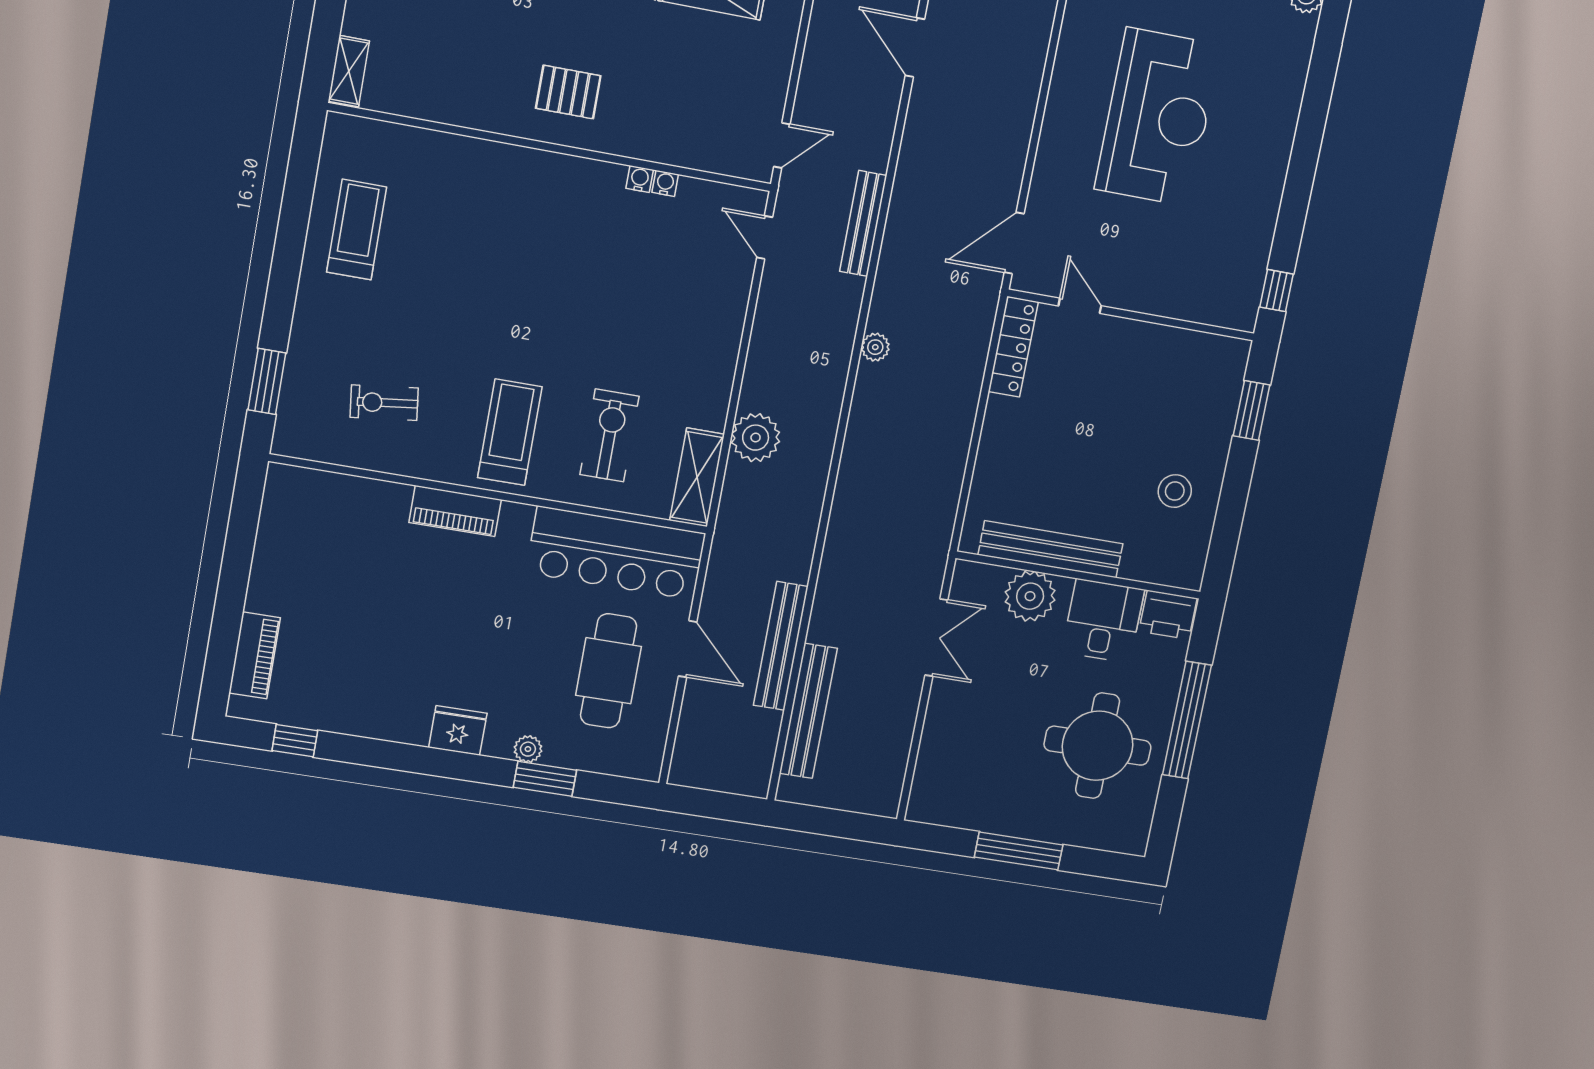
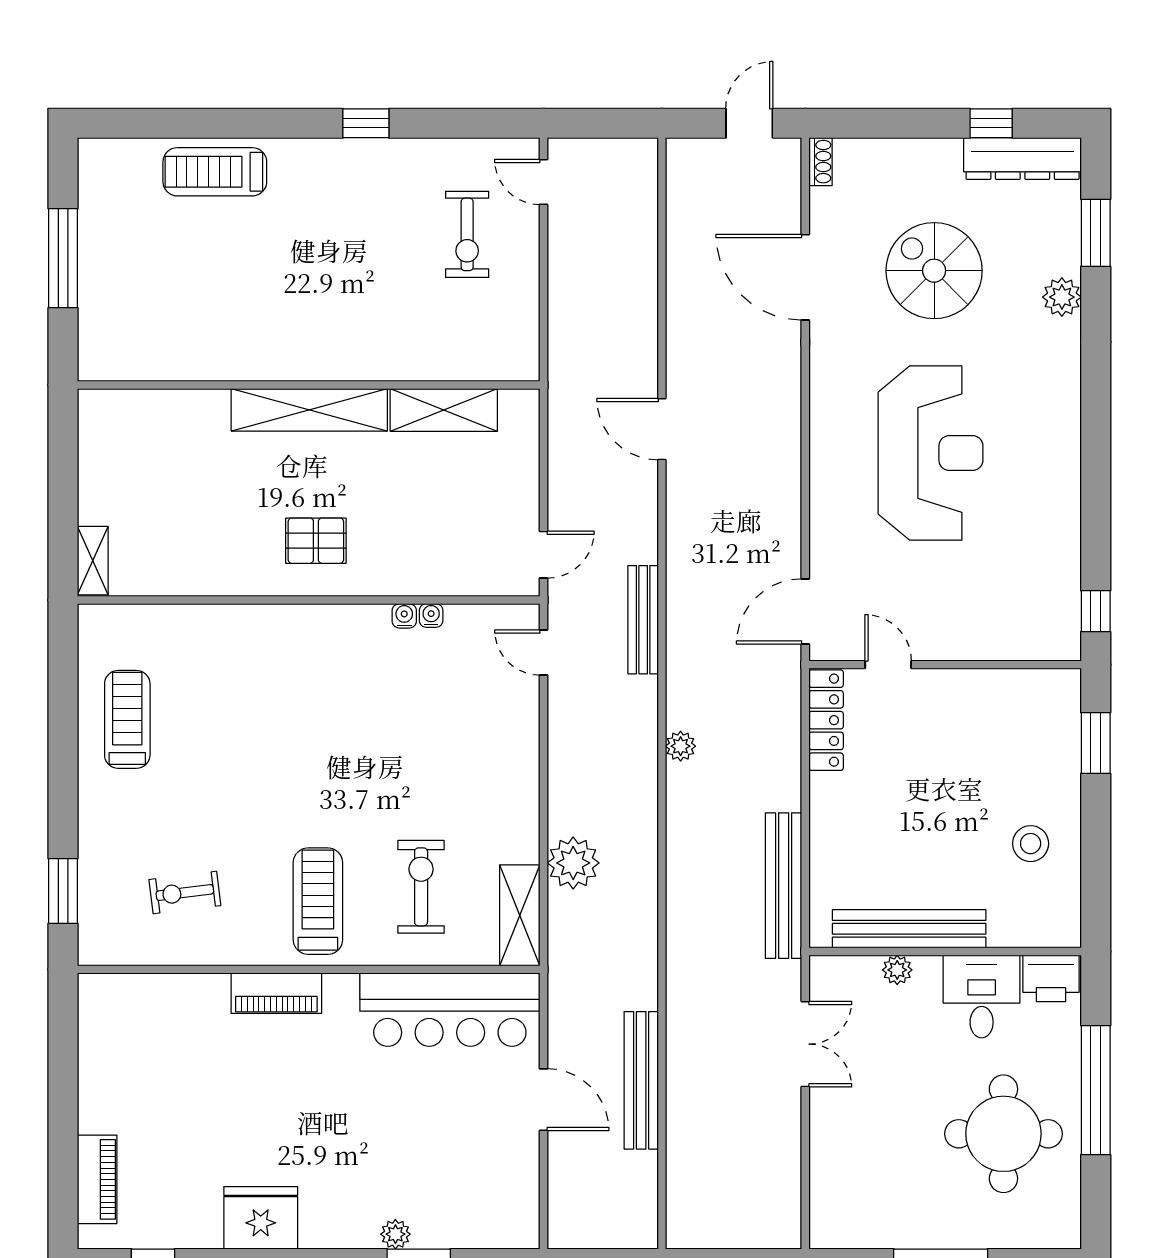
plant: (1030, 596) -> (897, 970), width x0.53, depth x0.53
cafe table: (609, 671) -> (465, 1137), removed
bench: (808, 711) -> (784, 886), moved
fridge: (458, 730) -> (261, 1218), moved, width x1.36, depth x1.34

